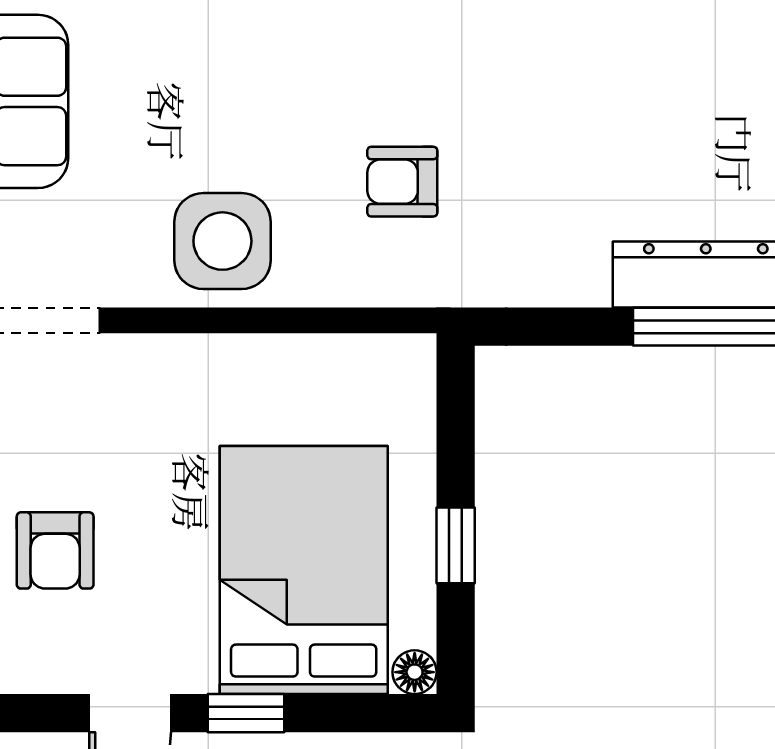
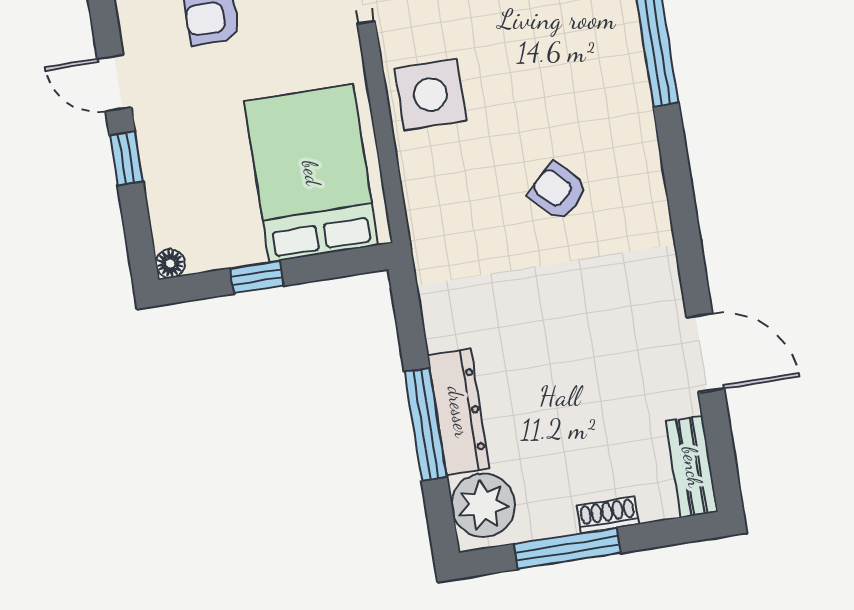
armchair: (402, 182) -> (558, 192), moved, turned -44
bed: (304, 570) -> (311, 173), moved, turned -90

